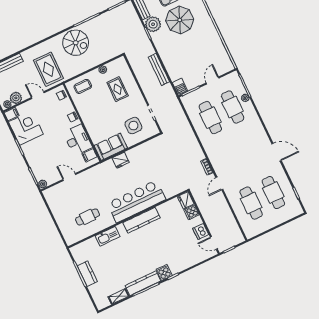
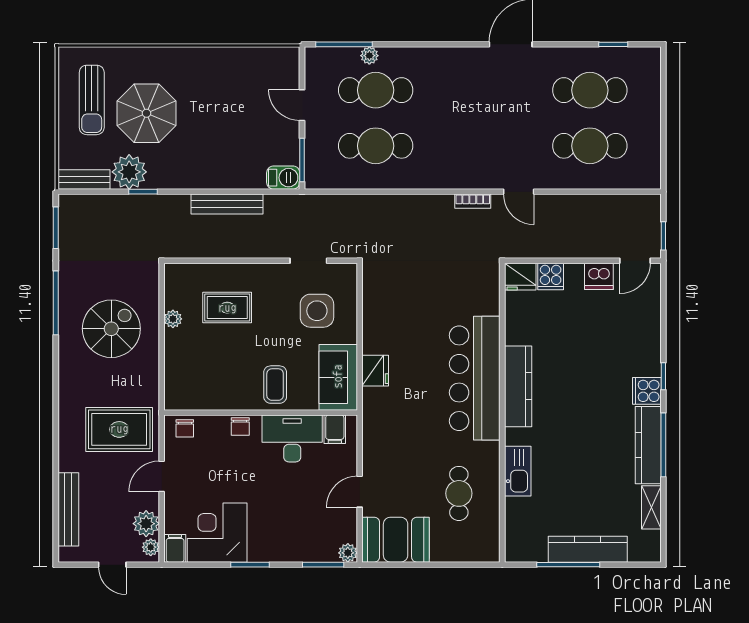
spiral stairs: (76, 43) -> (111, 329), moved
coffee table: (83, 86) -> (275, 385), moved
booth: (57, 200) -> (396, 540), added
kitchen counter: (87, 274) -> (588, 549), width x1.50

